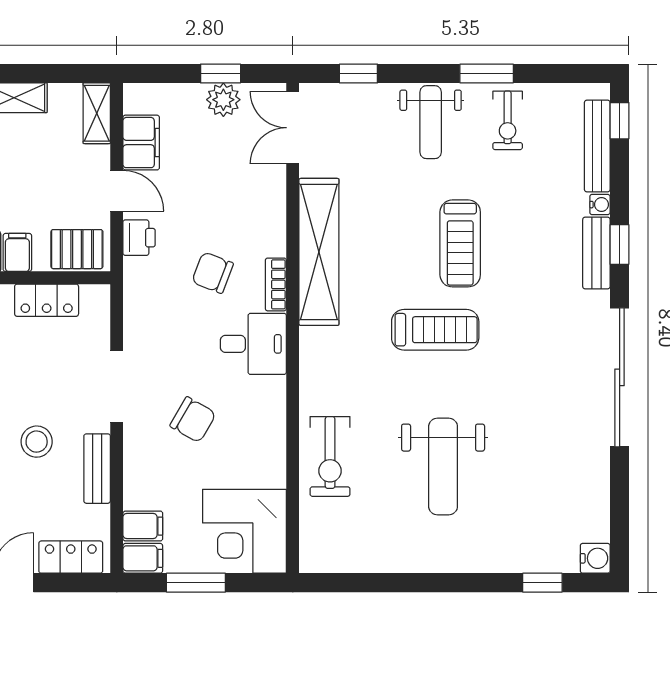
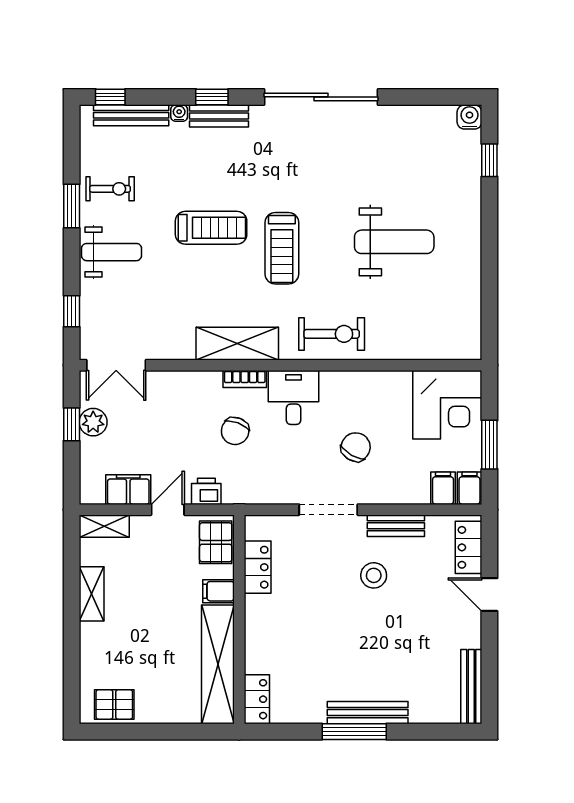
shelving: (319, 252) -> (237, 344), width x0.68
treadmill: (435, 330) -> (282, 248), turned 180
exercise bike: (330, 456) -> (332, 334), moved

